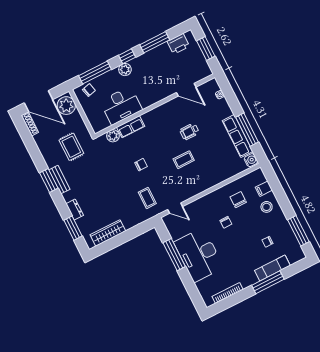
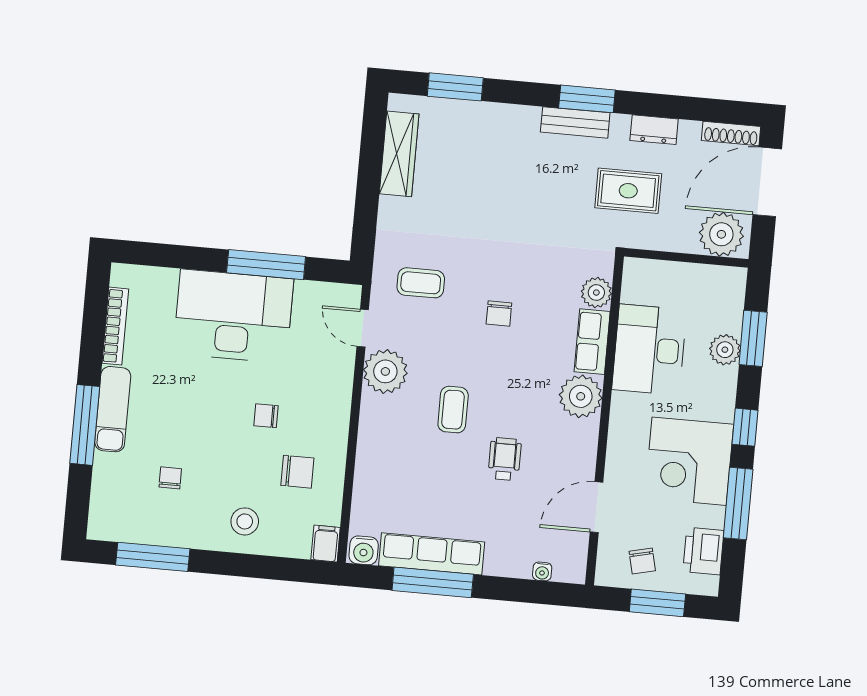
corner desk: (151, 68) -> (689, 461), added
plant: (125, 70) -> (725, 350), moved
window: (95, 72) -> (753, 338), width x0.69
chair: (89, 90) -> (642, 561), moved
plant: (152, 119) -> (581, 396), added
filing cabinet: (264, 189) -> (326, 544), moved
plant: (185, 191) -> (385, 371), added
door: (175, 208) -> (363, 328), hinge flipped
dresser: (75, 210) -> (654, 130), moved
exam couch: (272, 268) -> (113, 409), moved

